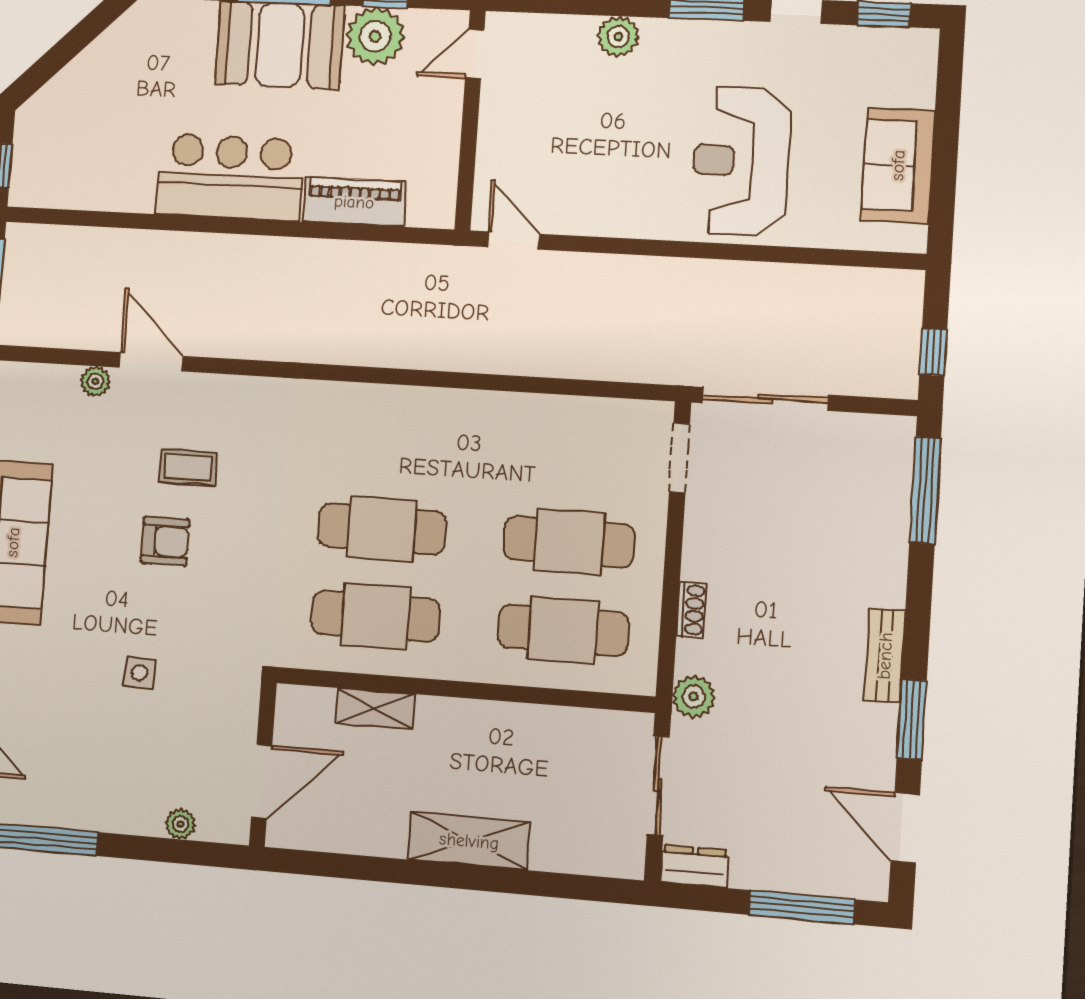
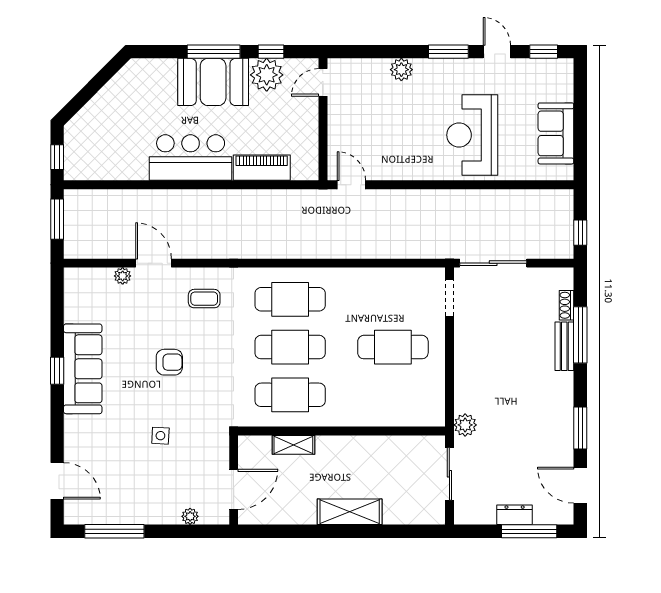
coffee table: (188, 467) -> (204, 299), moved
window: (925, 490) -> (580, 335), moved
shoe rack: (691, 610) -> (566, 305), moved, turned 180
cafe table: (563, 630) -> (290, 299), moved
bench: (885, 656) -> (564, 346), moved
dresser: (695, 866) -> (515, 515), moved

